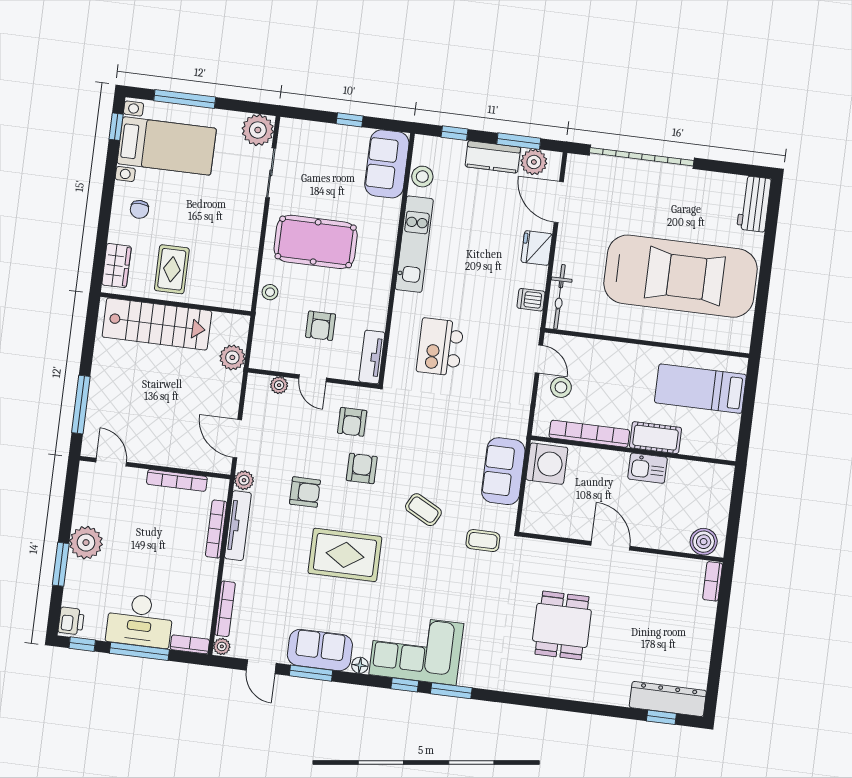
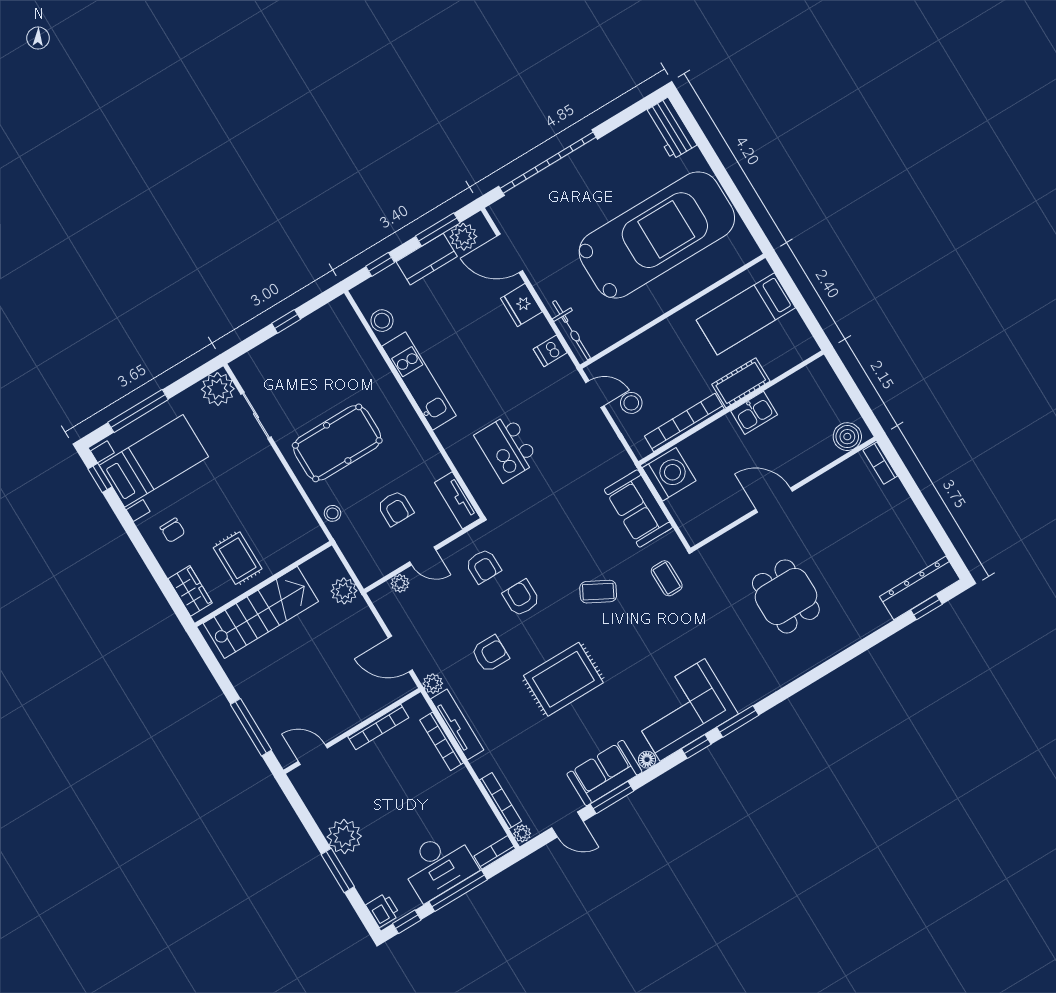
sofa: (387, 164) -> (345, 333), removed
coffee table: (483, 541) -> (667, 578), turned 90

